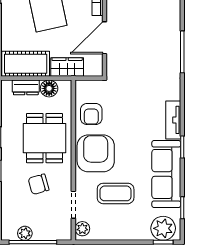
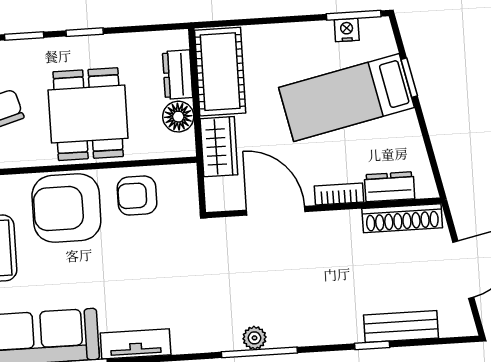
plant: (174, 54) -> (254, 338), added
dining table: (45, 138) -> (88, 114), turned 90
armchair: (96, 153) -> (66, 208), turned 180

